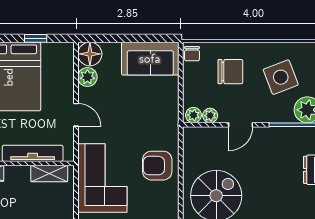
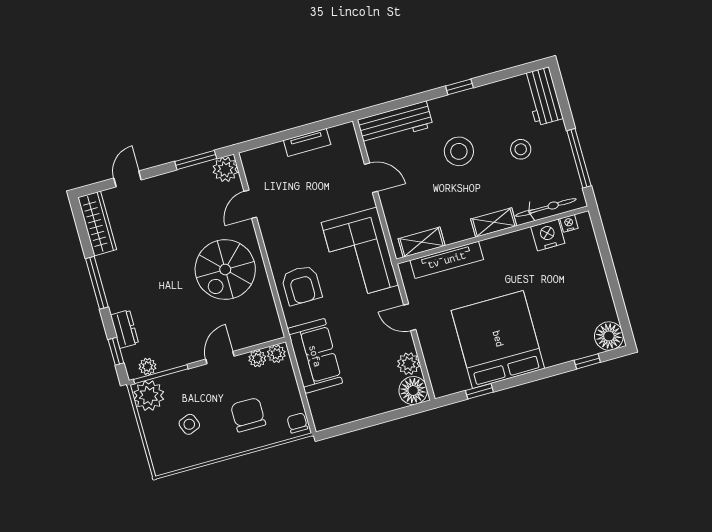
sofa: (150, 59) -> (315, 356), moved, turned 90
chair: (230, 72) -> (248, 415), turned 90
side table: (281, 77) -> (189, 424), width x0.54, depth x0.54
plant: (302, 134) -> (147, 367), added
armchair: (157, 166) -> (301, 285), turned 90

